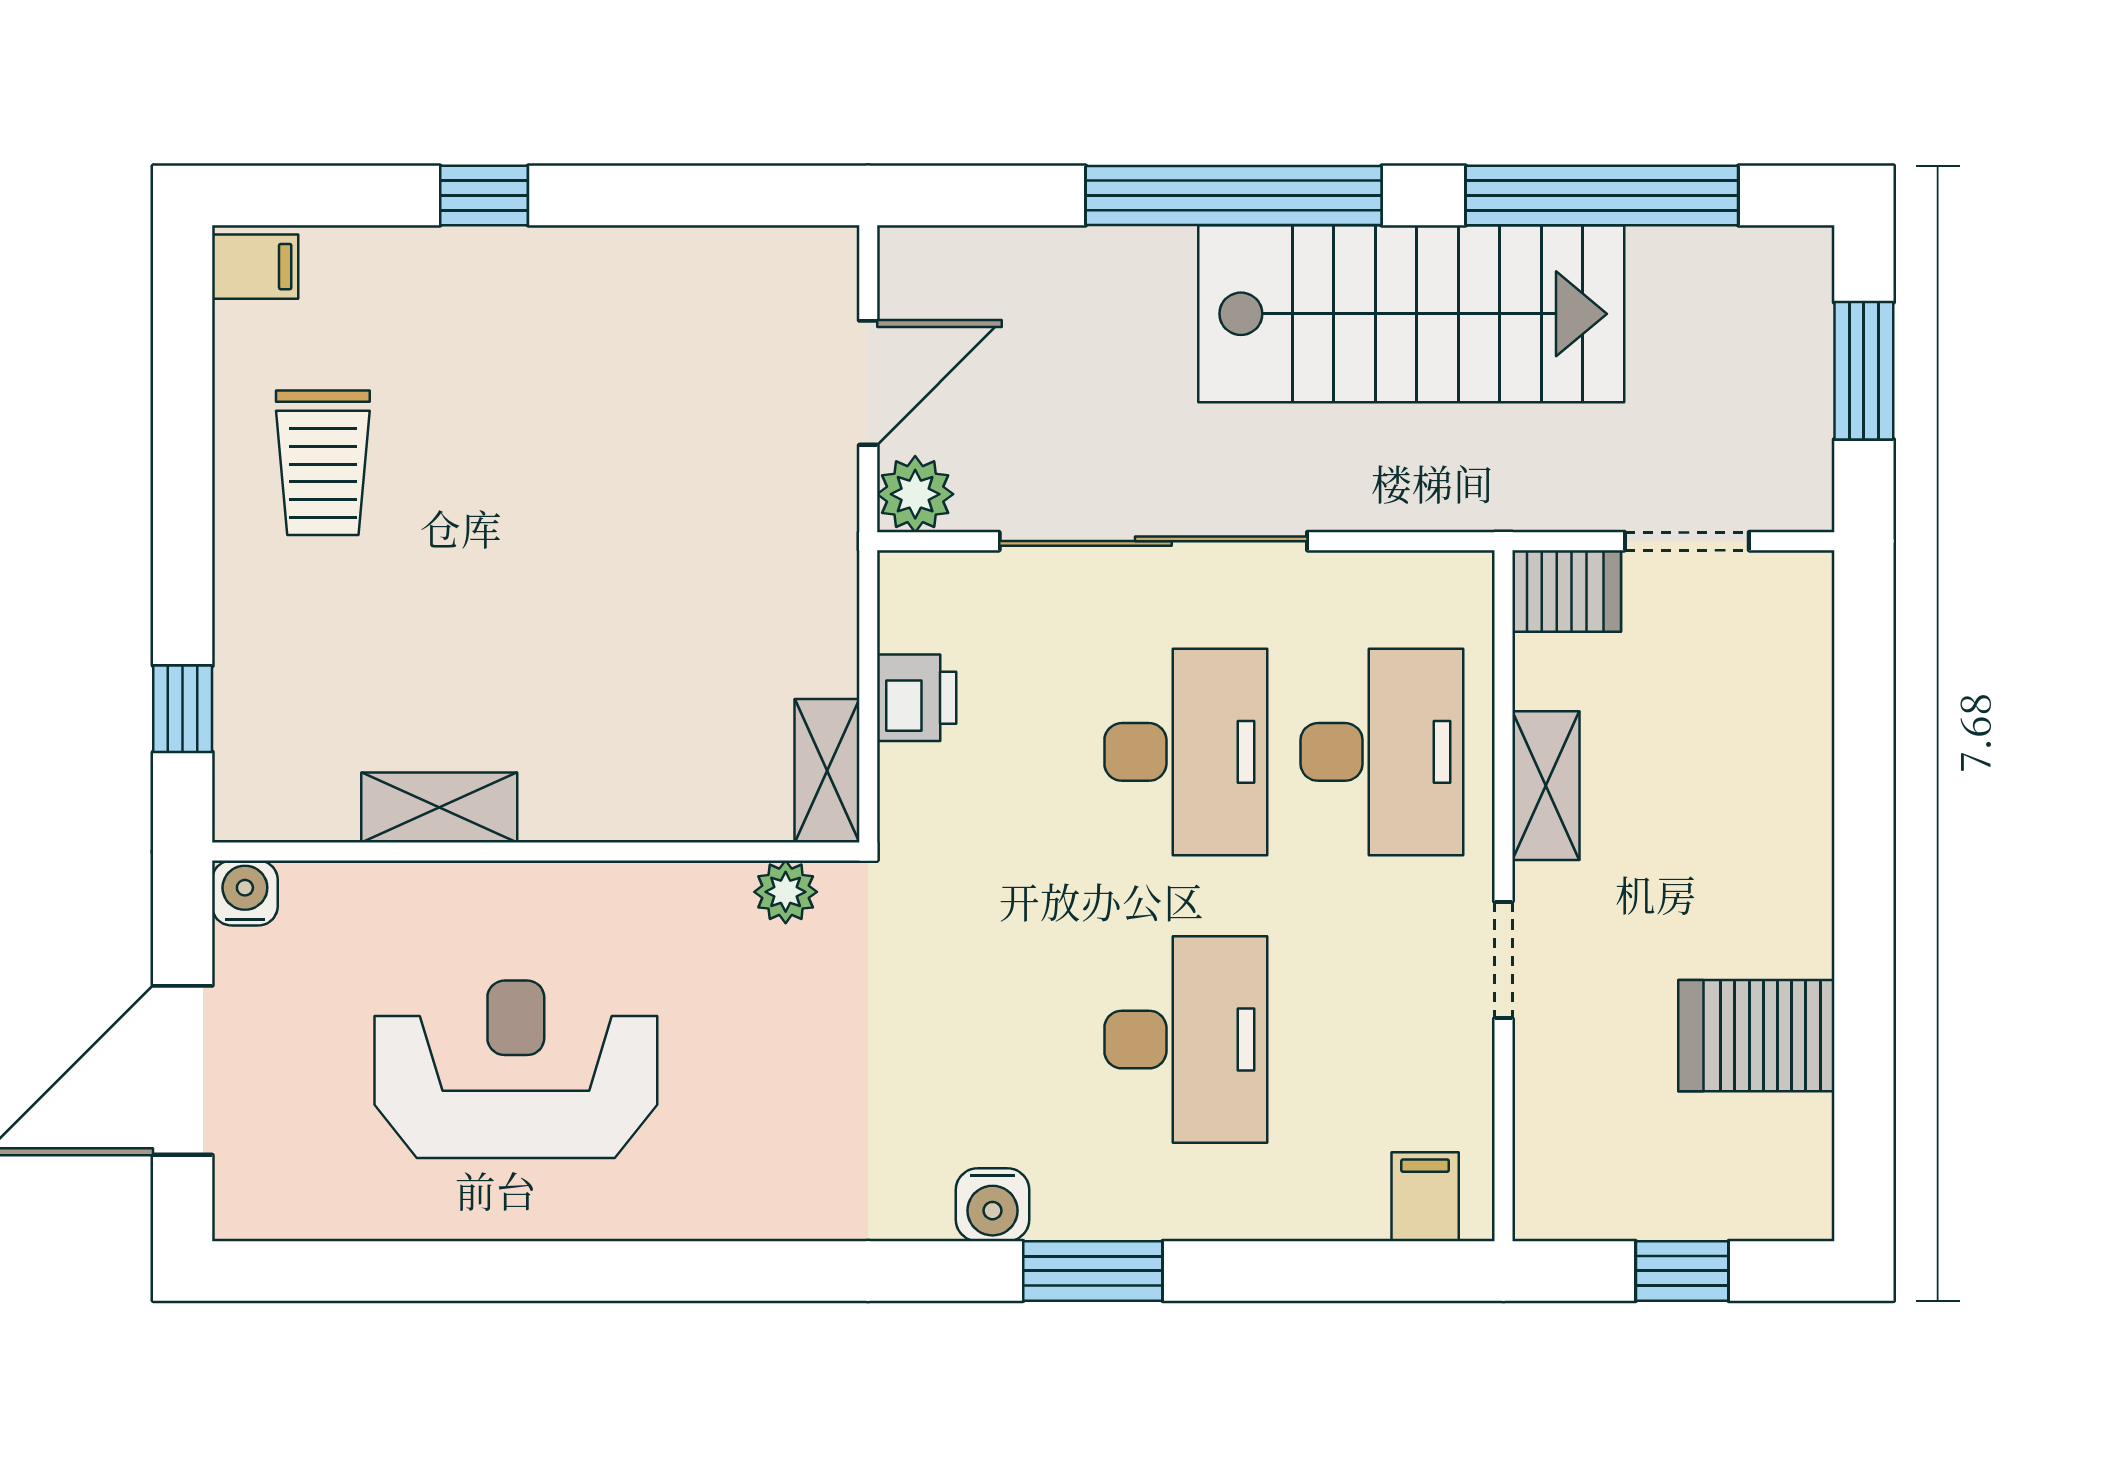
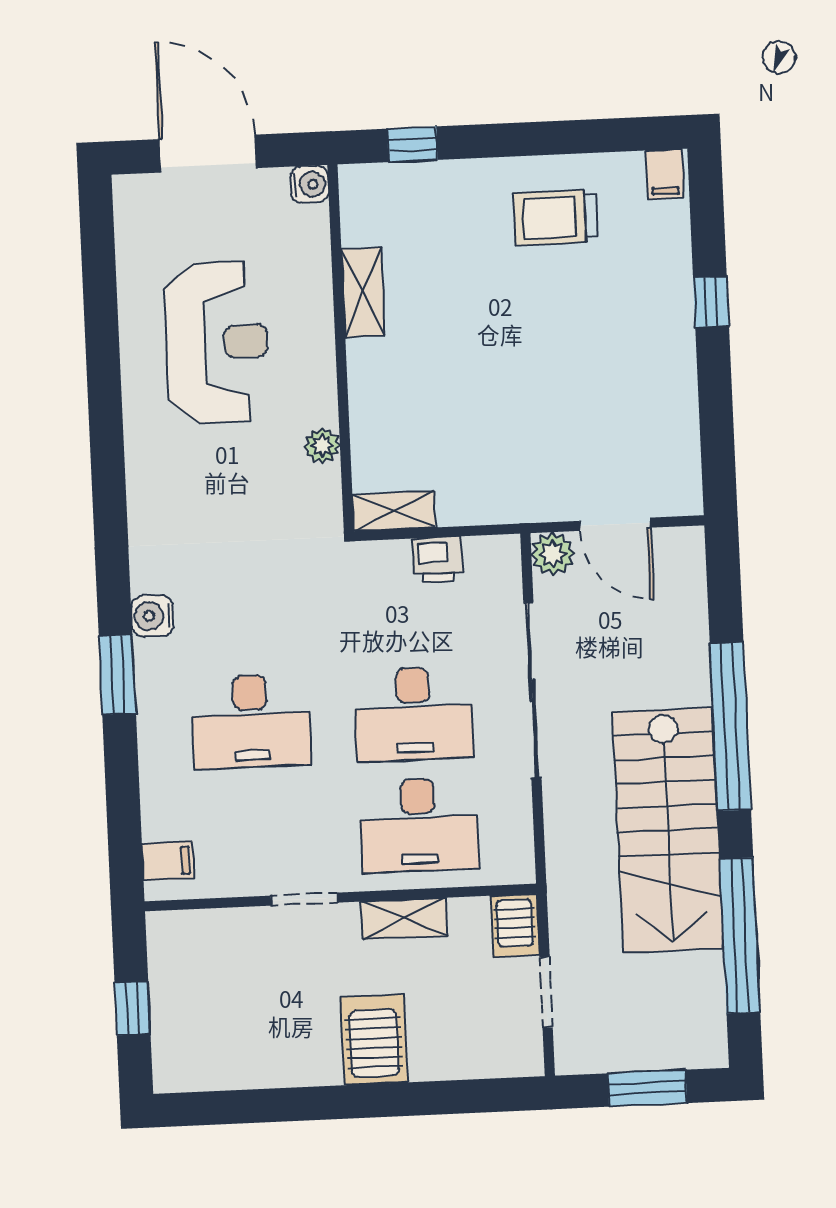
plant: (786, 892) -> (322, 446), moved
server rack: (1756, 1036) -> (374, 1040), moved

